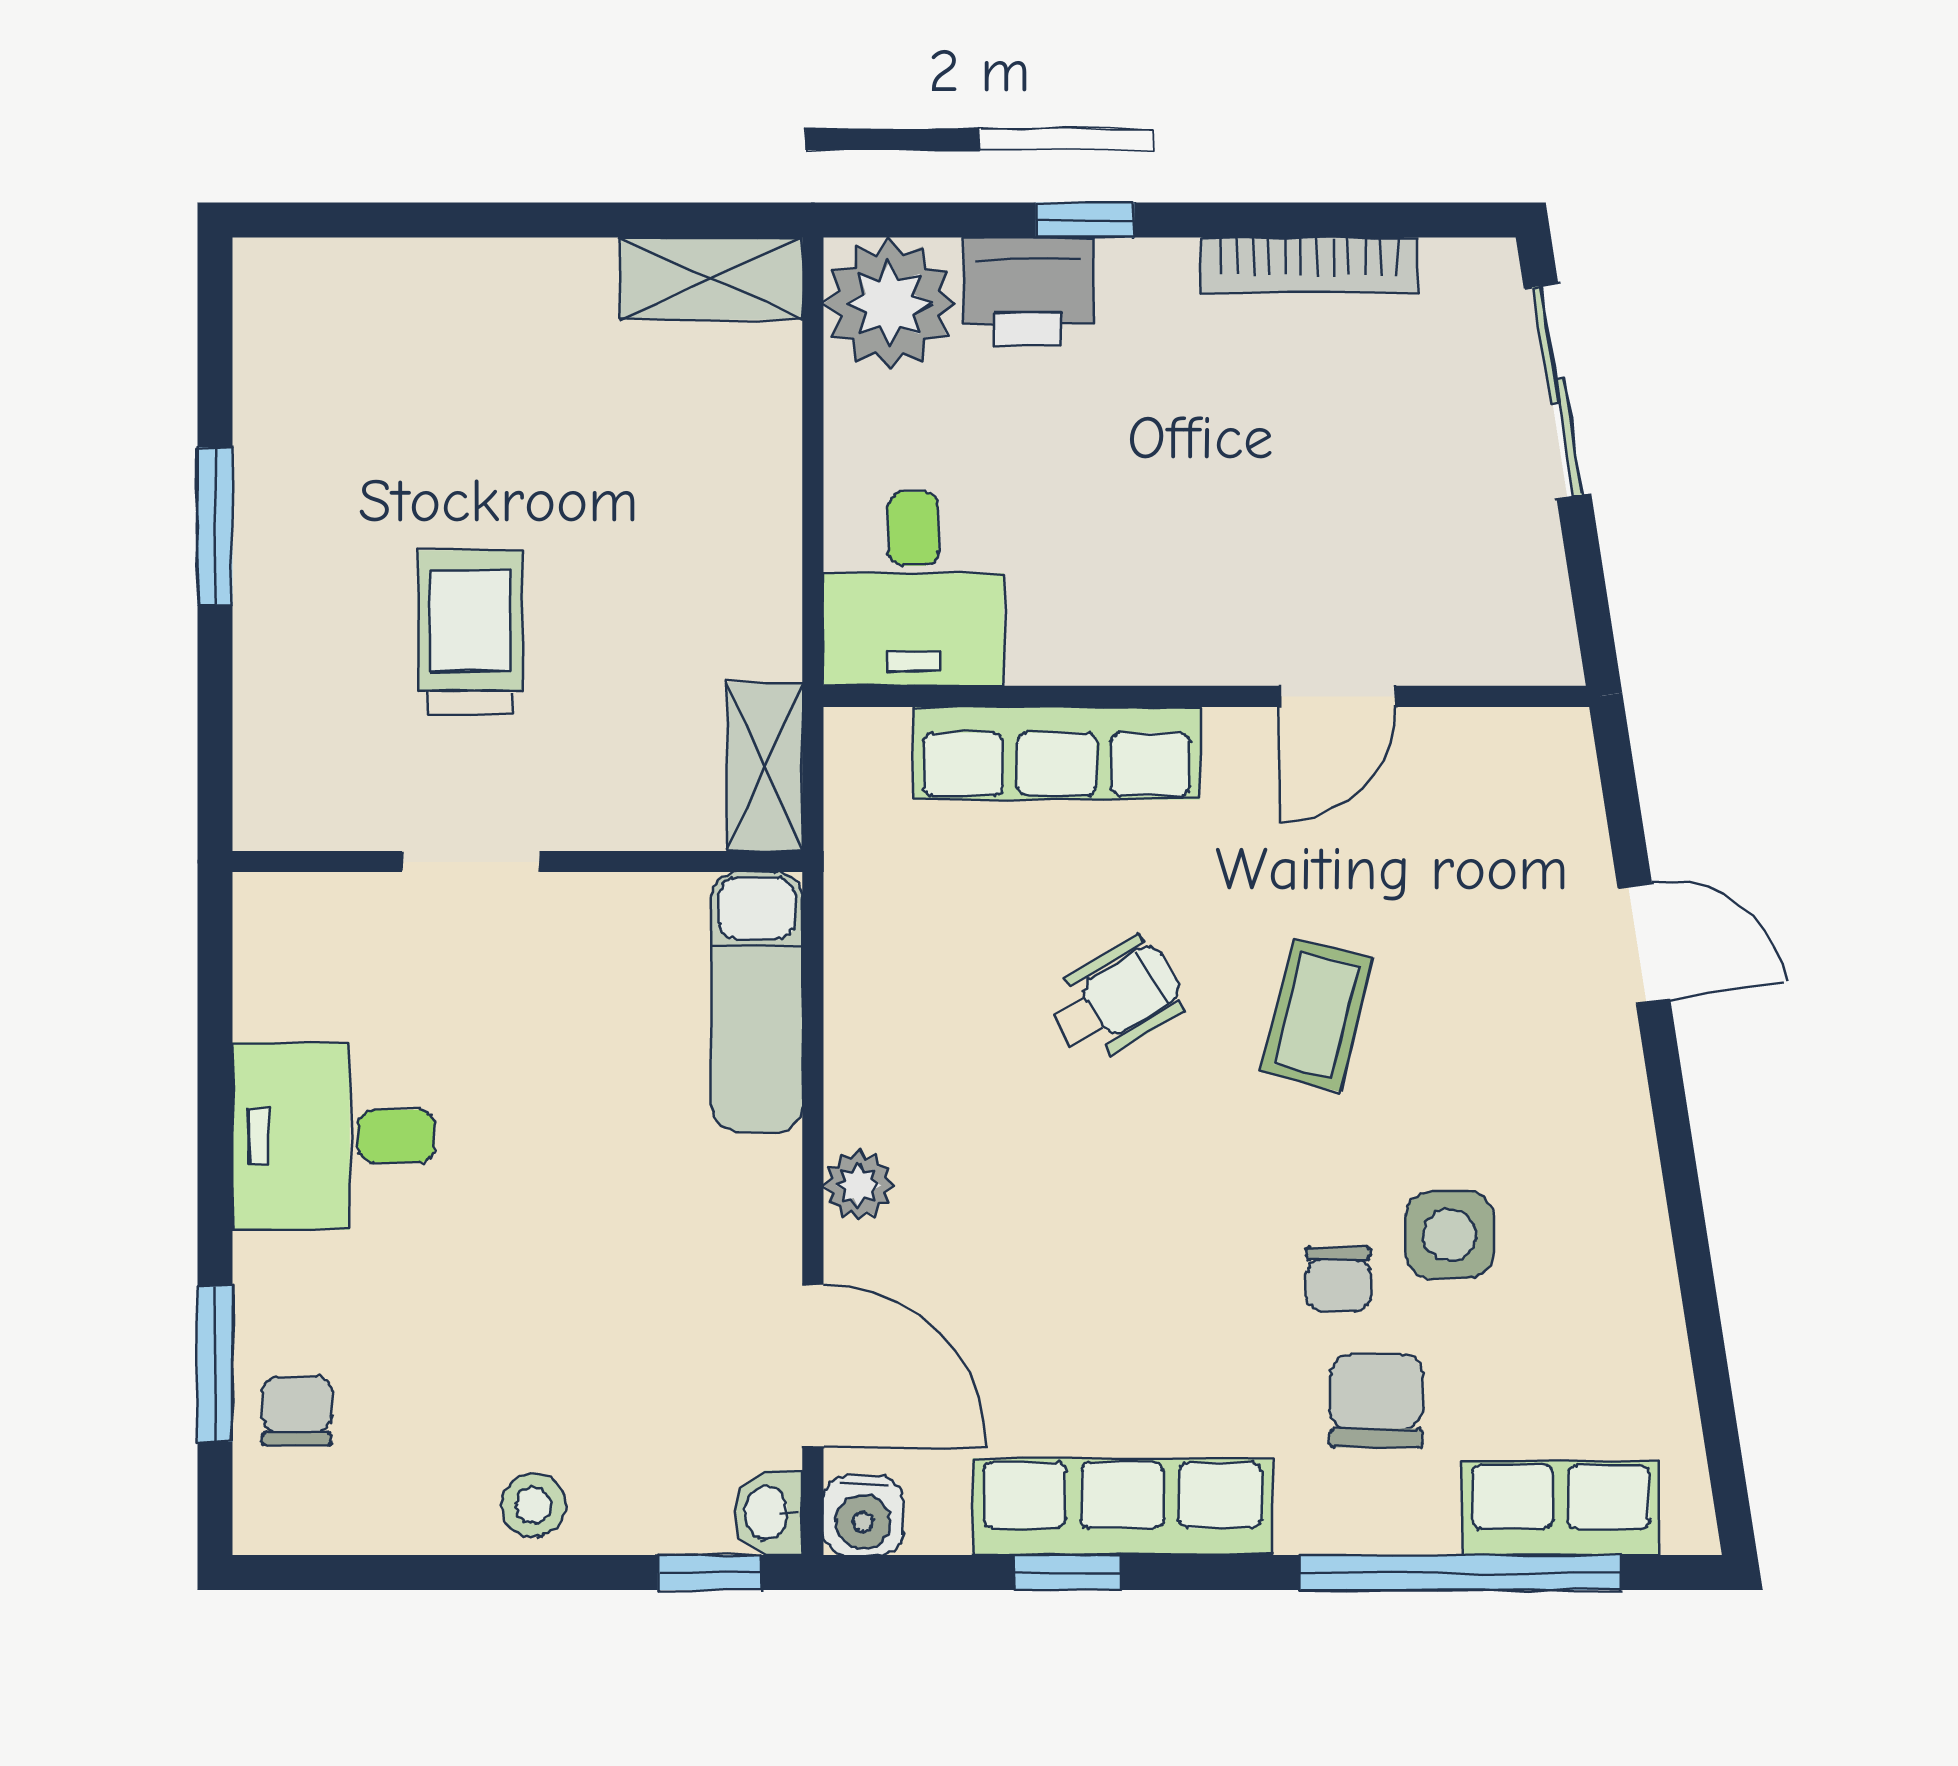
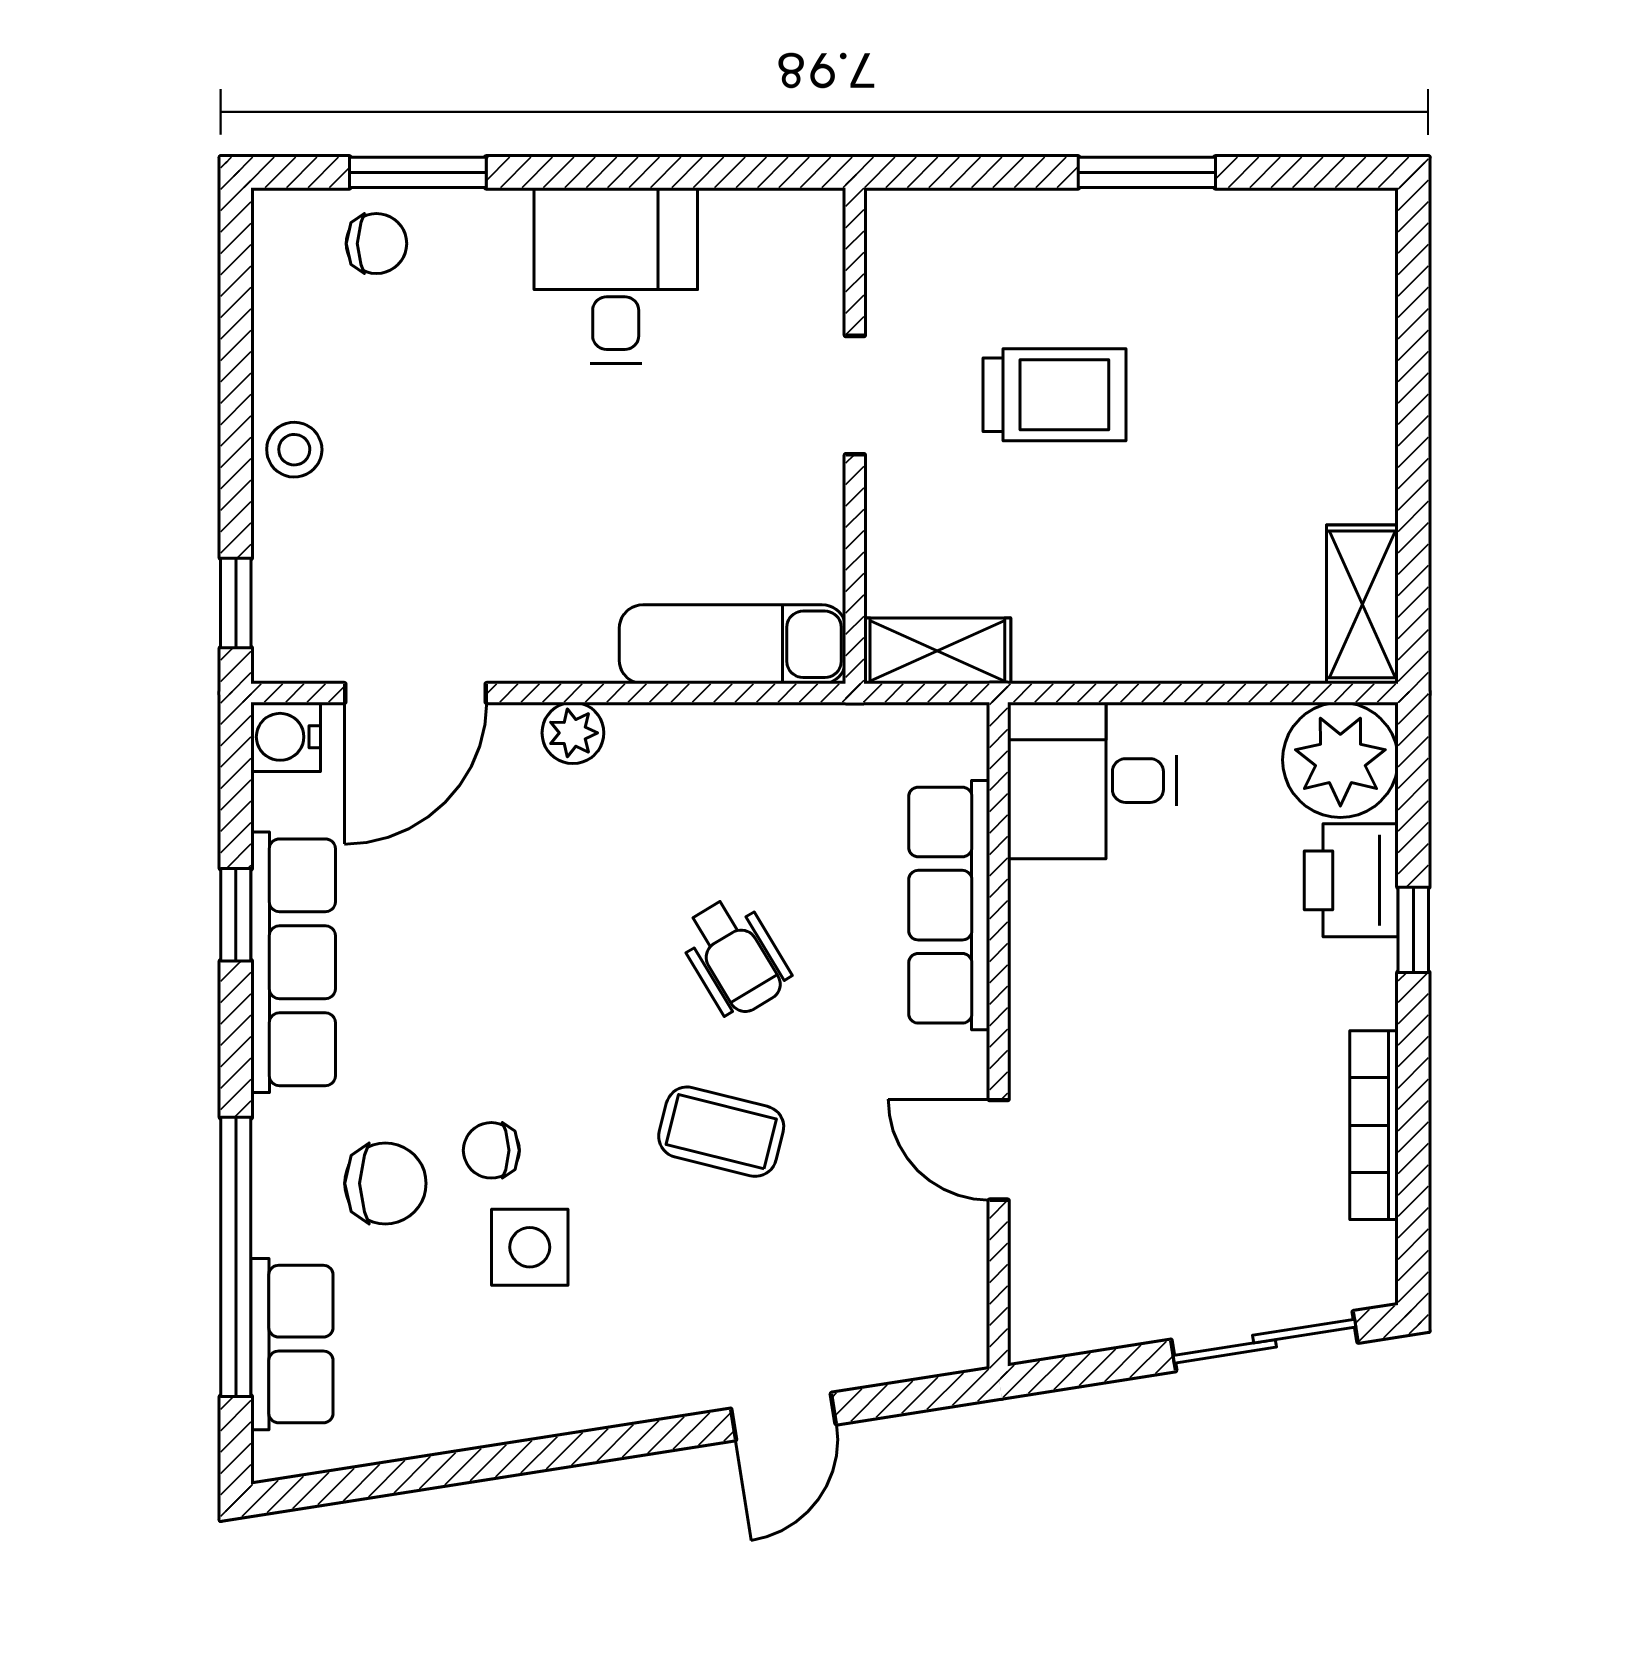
washbasin: (768, 1513) -> (288, 654), removed

